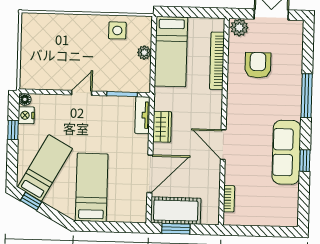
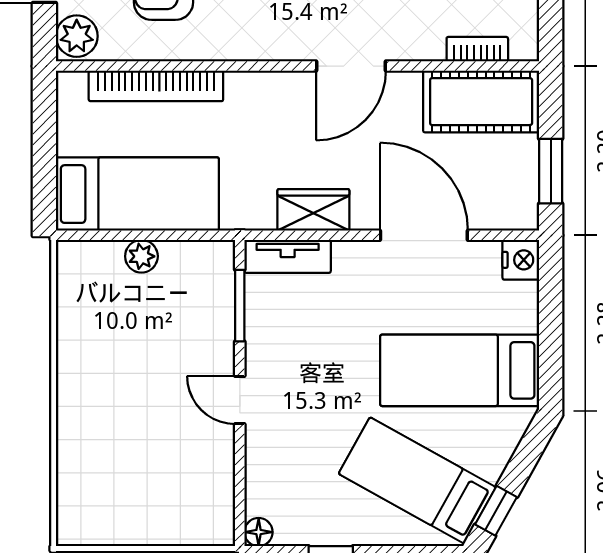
side table: (117, 30) -> (92, 321), removed
nightstand: (26, 115) -> (521, 260), moved, turned -90
cot: (176, 211) -> (481, 102), moved, turned 90

